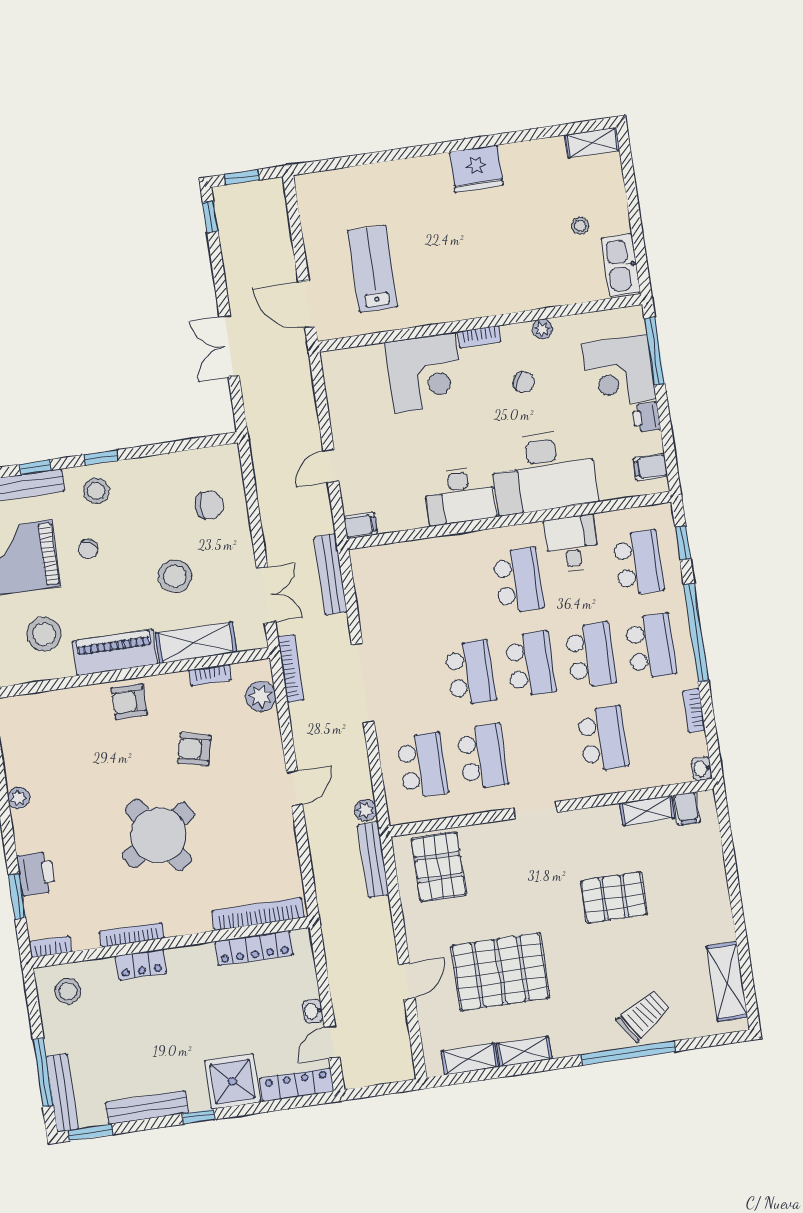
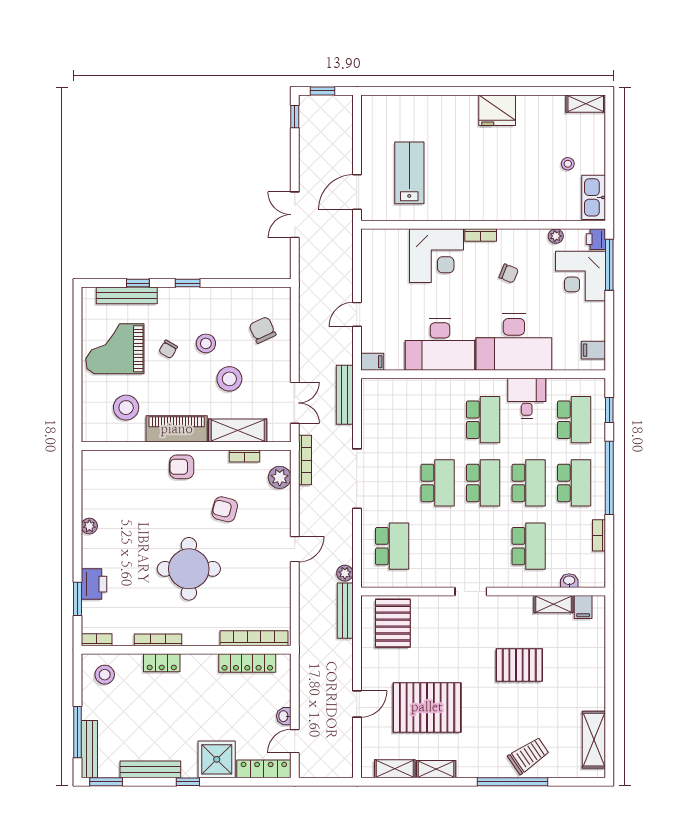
door: (307, 304) -> (357, 192), hinge flipped
plant: (542, 329) -> (556, 236), moved
printer: (646, 417) -> (596, 239), moved
stool: (96, 491) -> (206, 343), moved
desk: (460, 496) -> (440, 344), width x1.36, depth x1.30
chair: (209, 505) -> (262, 330), turned -115
school desk: (483, 756) -> (438, 546), removed
washbasin: (702, 769) -> (569, 581), moved, turned 90
round table: (158, 835) -> (189, 569), turned 33

